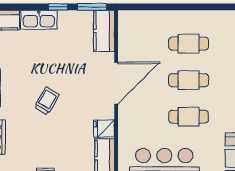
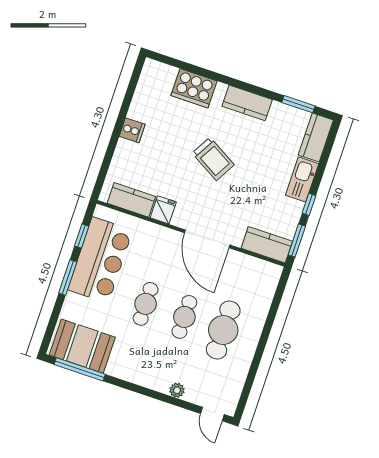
cafe table: (189, 44) -> (223, 330), width x1.37, depth x1.35
trolley: (47, 101) -> (213, 159), width x1.36, depth x1.39

